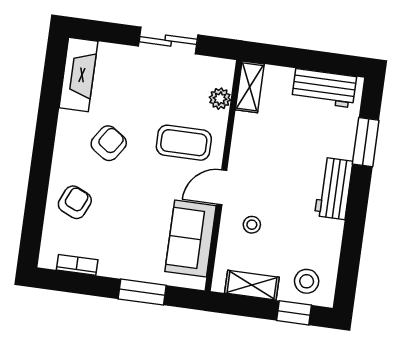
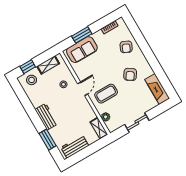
sofa: (191, 239) -> (82, 50), moved, turned 90

